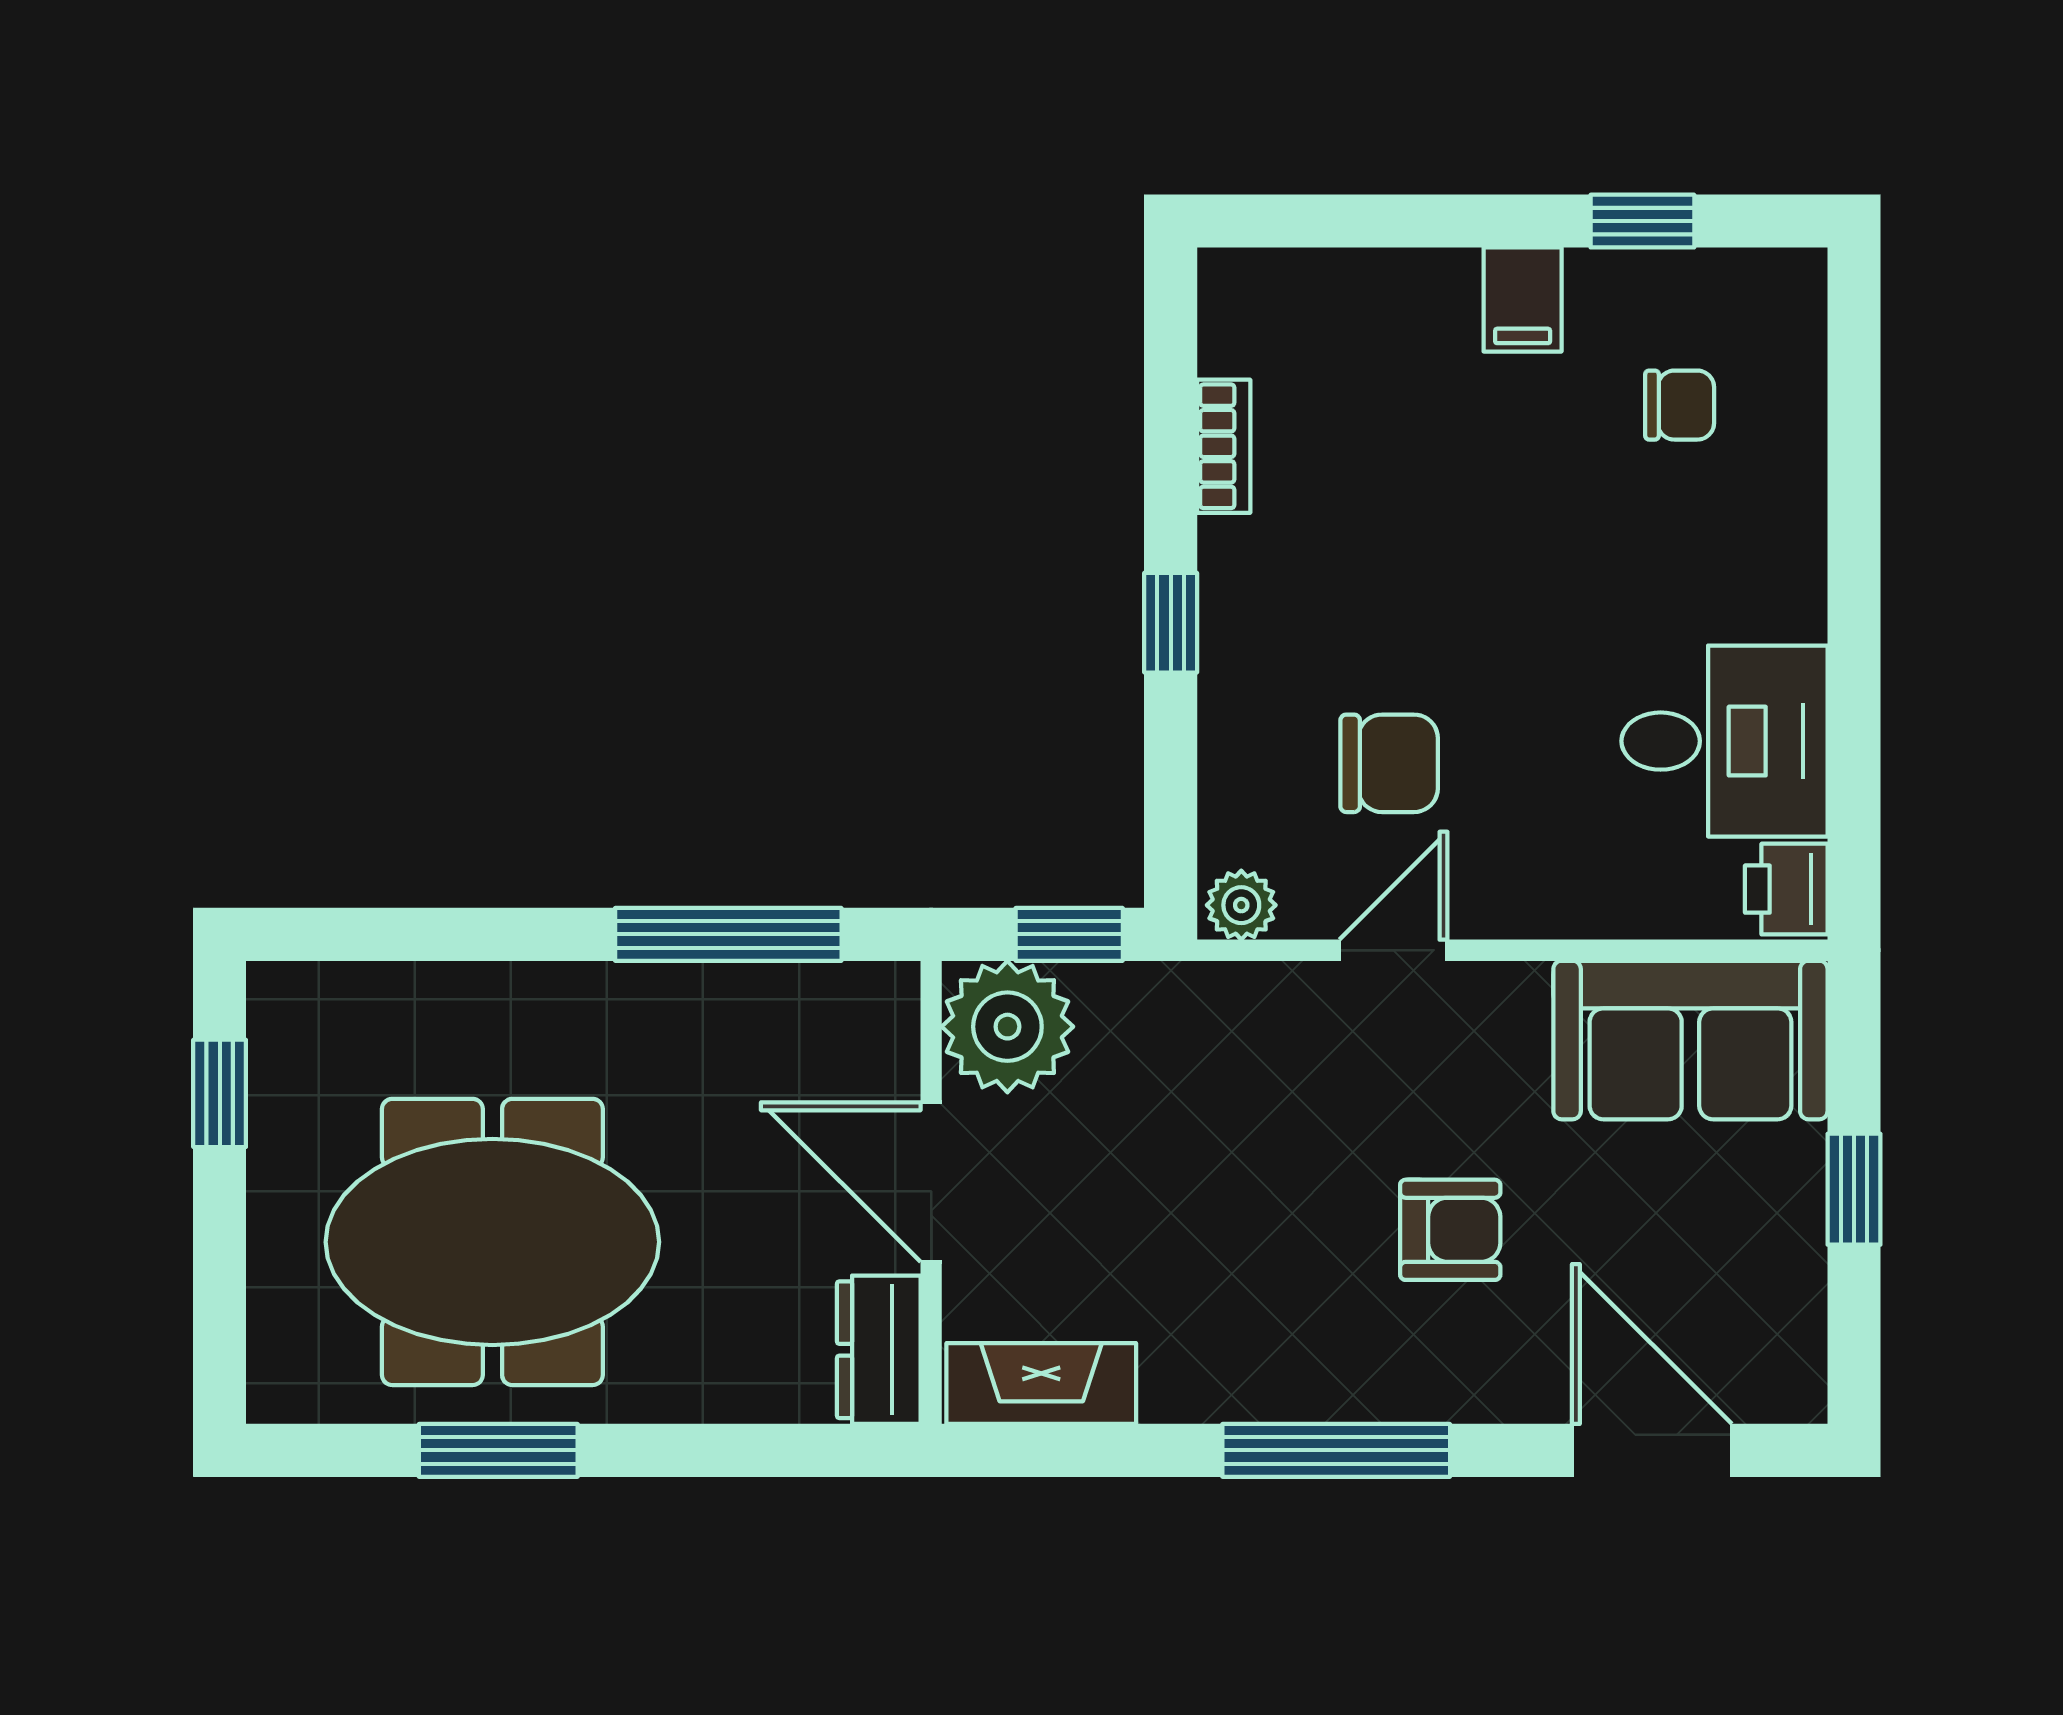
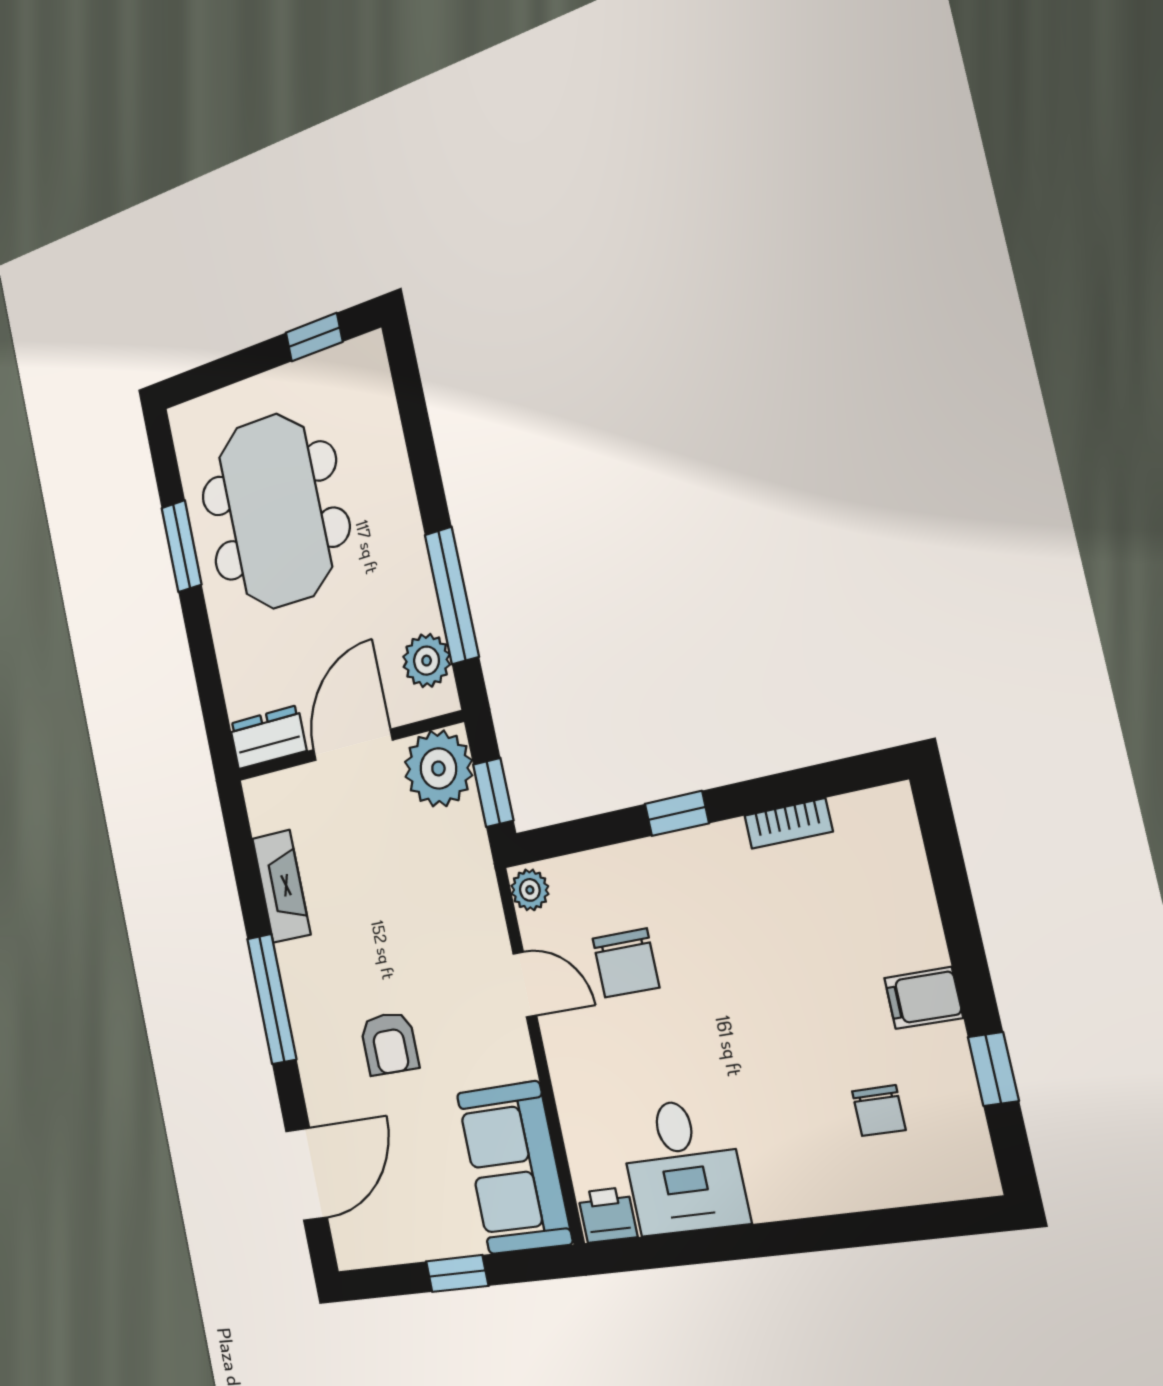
plant: (823, 1007) -> (427, 661), added
fireplace: (1041, 1384) -> (281, 886), moved

